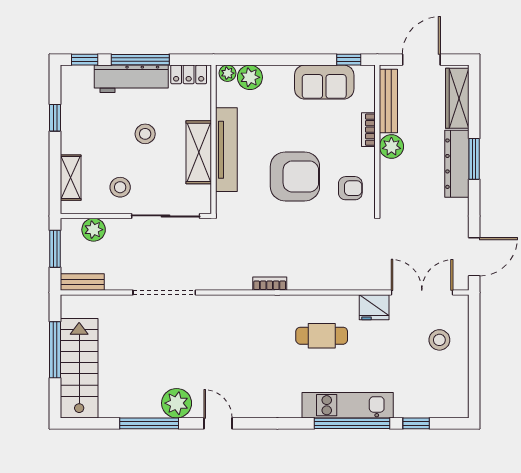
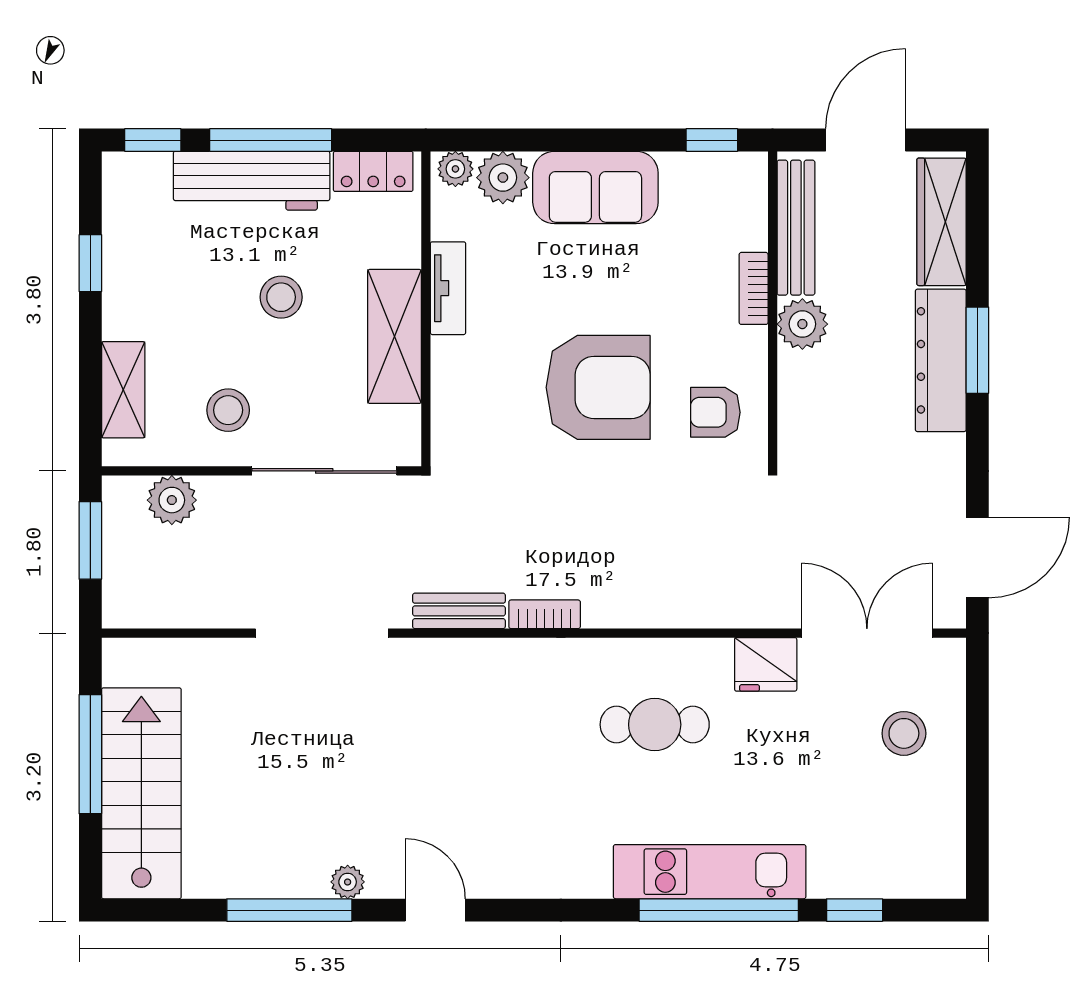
sofa: (324, 82) -> (595, 188), moved
tv unit: (226, 150) -> (448, 288), width x0.52, depth x0.78
armchair: (350, 188) -> (715, 412), turned 180
bench: (82, 282) -> (459, 611), moved
plant: (177, 403) -> (348, 882), width x0.53, depth x0.53

